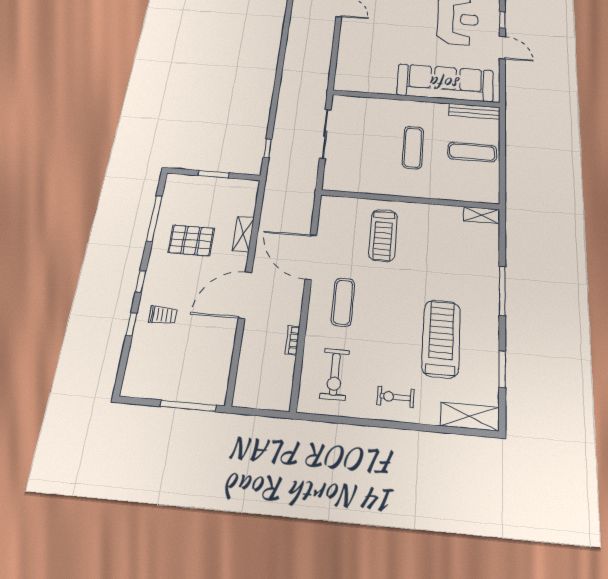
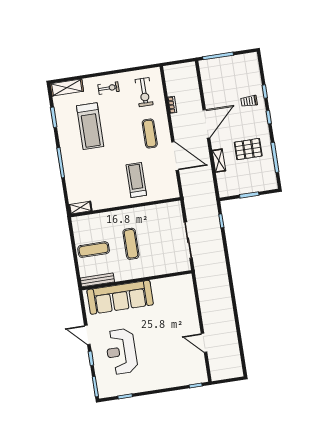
exercise bike: (335, 374) -> (144, 92), turned 180

